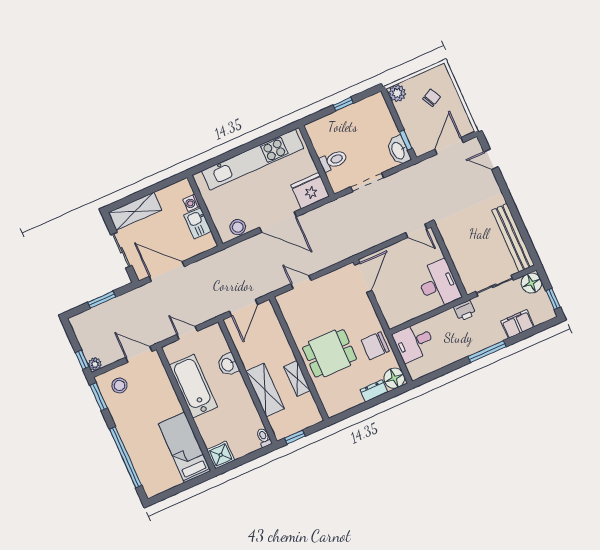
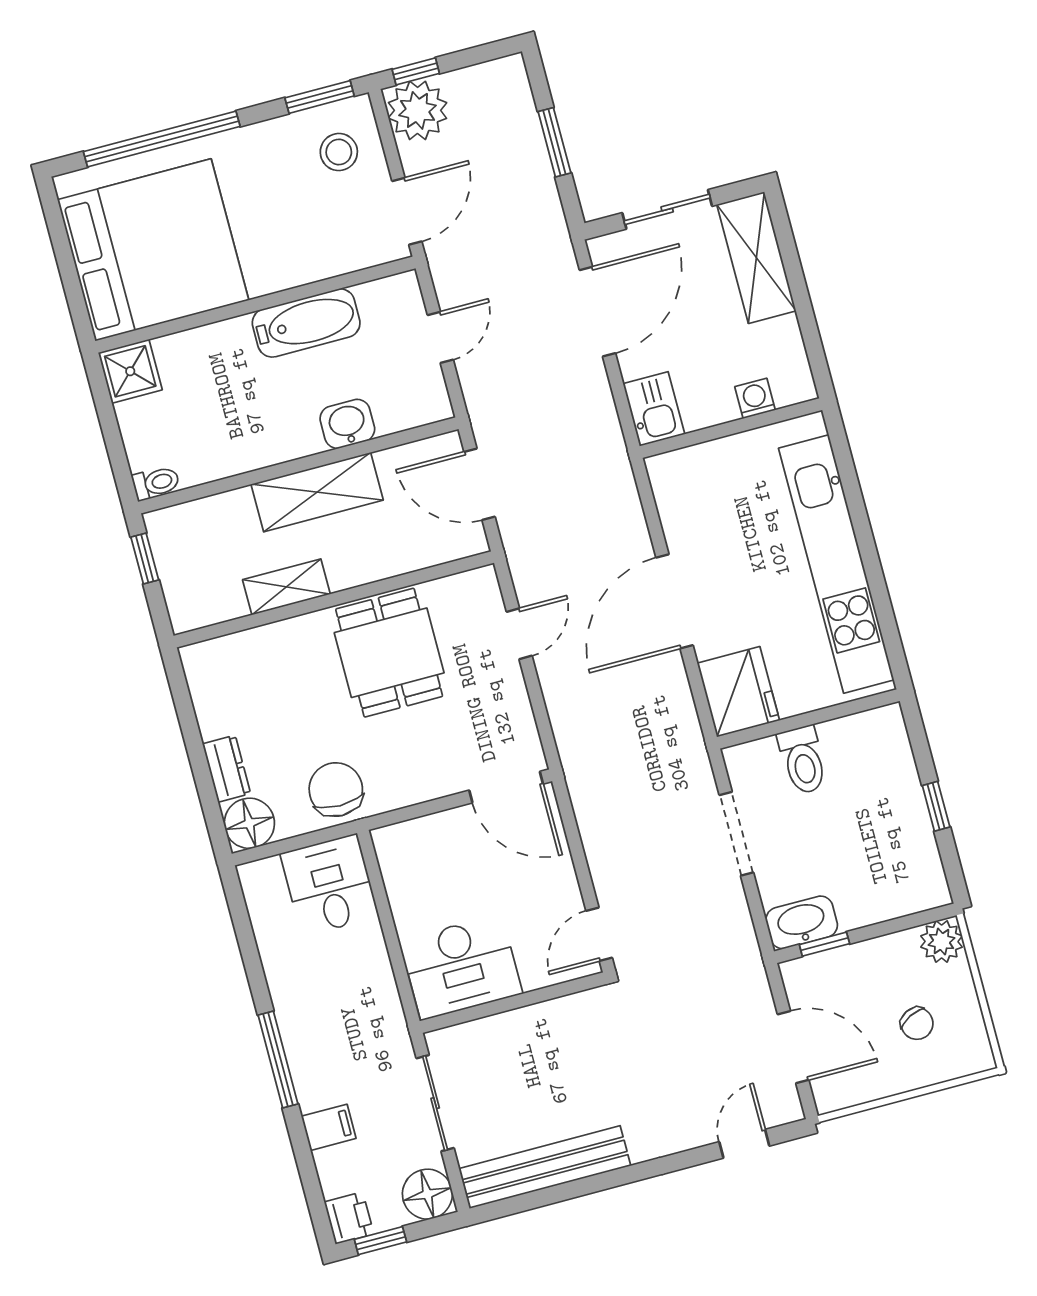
kitchen sink: (198, 223) -> (654, 409), moved, turned 90
stool: (238, 227) -> (678, 502), removed
printer: (465, 311) -> (349, 1218), moved, turned 180
filing cabinet: (518, 324) -> (329, 1127), width x0.50
dining table: (330, 353) -> (389, 653), moved
plant: (95, 364) -> (417, 110), width x1.88, depth x1.88
bathtub: (193, 386) -> (306, 323), width x0.73, depth x0.73
shelving: (265, 390) -> (317, 492), moved
bed: (184, 447) -> (153, 250), width x2.04

